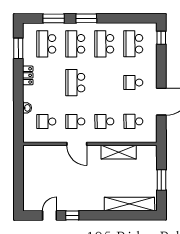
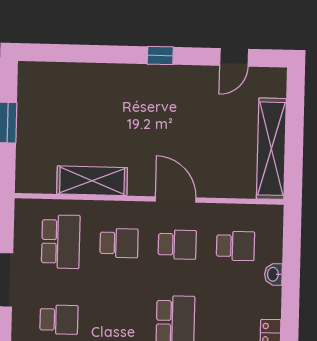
school desk: (133, 121) -> (61, 242), width x1.85
shelving: (129, 204) -> (271, 149), moved, turned 90
window: (72, 215) -> (160, 56), moved

